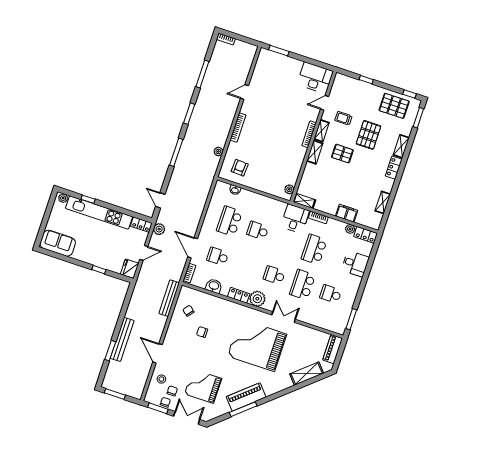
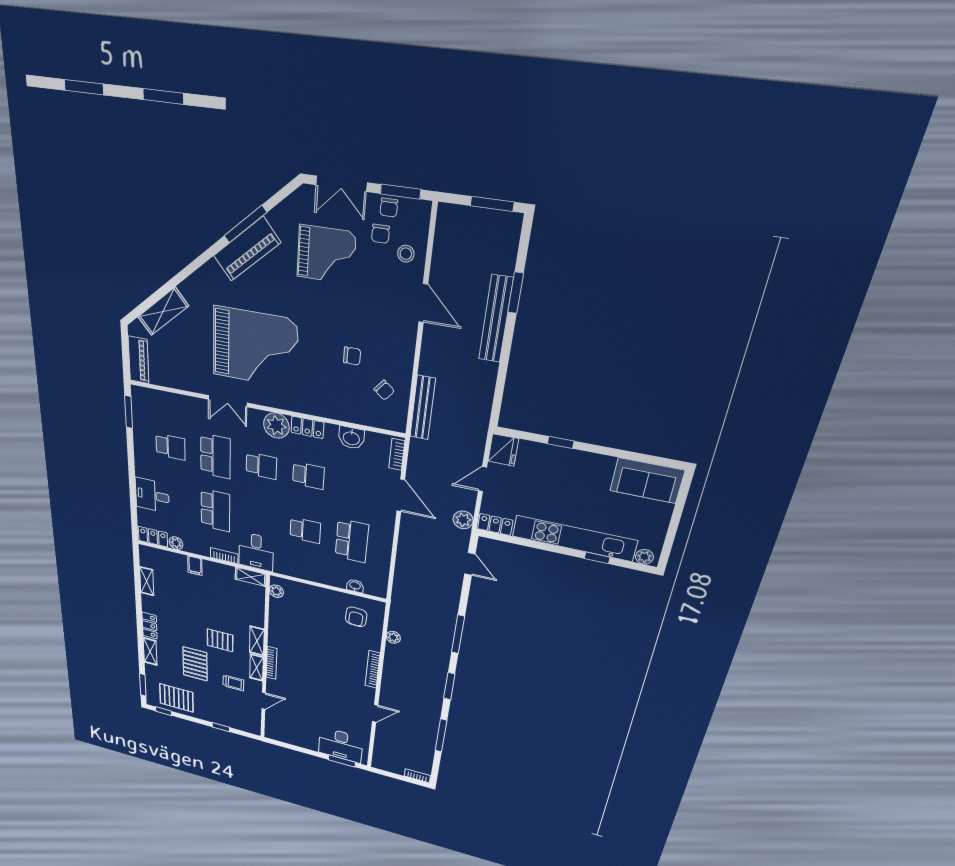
desk: (315, 78) -> (341, 745), moved
filing cabinet: (347, 213) -> (195, 566), width x0.50
school desk: (218, 256) -> (308, 476), moved

